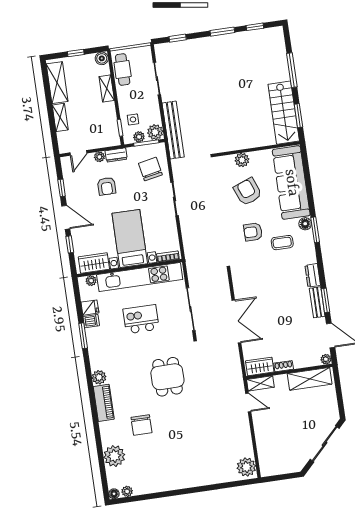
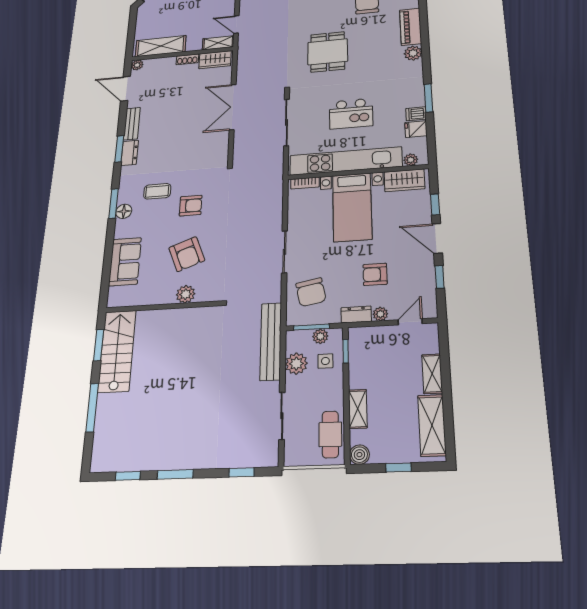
plant: (155, 132) -> (296, 364), moved
sofa: (291, 183) -> (125, 262), width x0.54, depth x0.79
armchair: (107, 186) -> (375, 274), turned -90
window: (325, 300) -> (119, 149), moved

